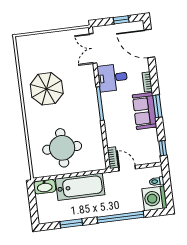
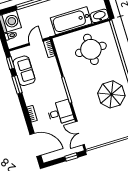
window: (121, 20) -> (71, 157), moved
double door: (93, 48) -> (80, 133), swing flipped
window: (157, 106) -> (17, 85), moved
sofa: (145, 111) -> (24, 71), moved
door: (127, 168) -> (36, 42), swing flipped

